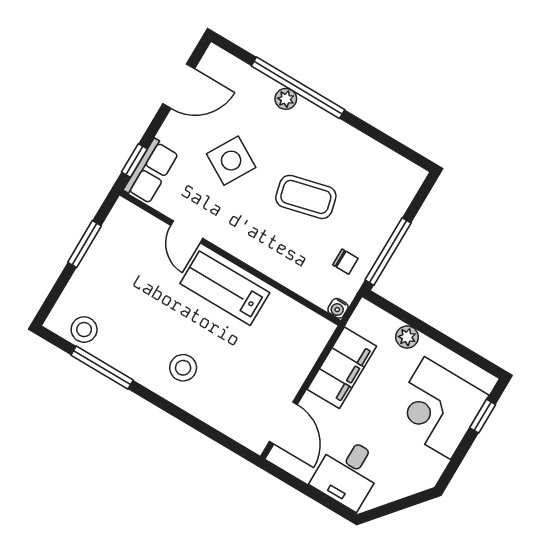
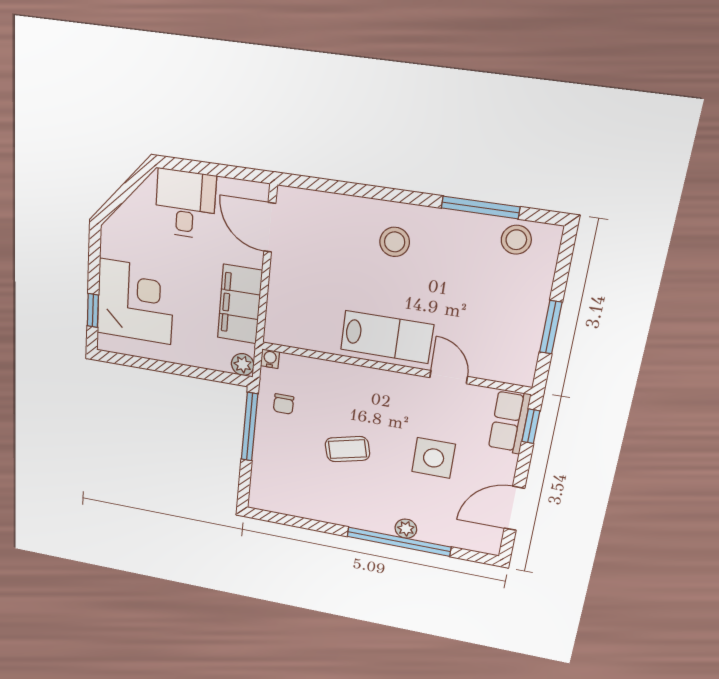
side table: (231, 161) -> (434, 458), turned -30
coffee table: (306, 197) -> (347, 449), width x0.73, depth x0.77
chair: (345, 262) -> (284, 404), turned -90
plant: (407, 337) -> (243, 364), moved

